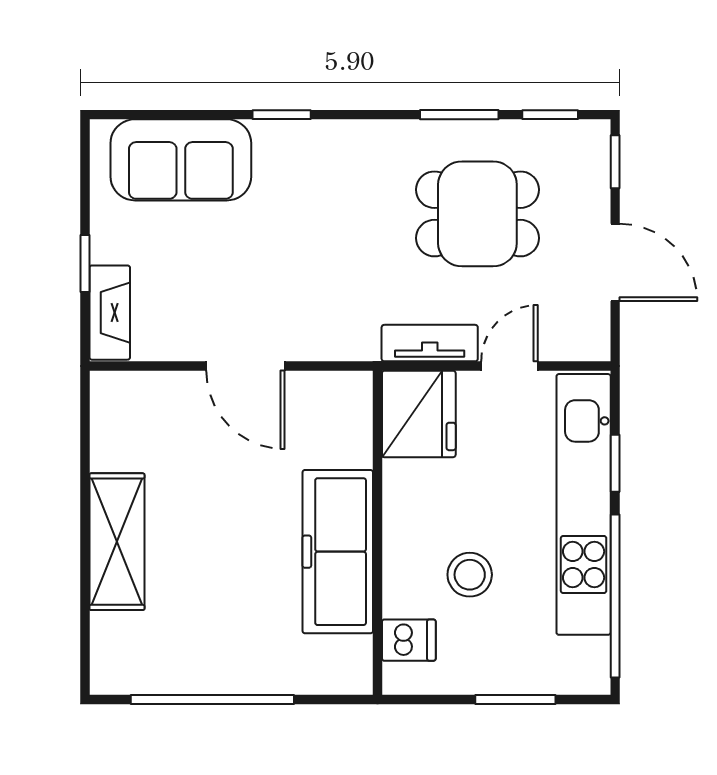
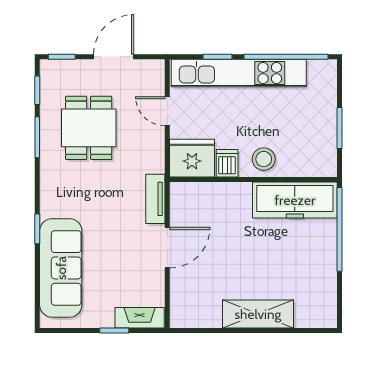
sofa: (181, 160) -> (61, 268), width x1.36
tv unit: (430, 343) -> (155, 199), moved
freezer: (338, 552) -> (295, 200), moved
stool: (470, 575) -> (264, 159), moved
dishwasher: (409, 640) -> (227, 163), moved
window: (212, 700) -> (340, 229), moved
window: (515, 700) -> (340, 128), moved

